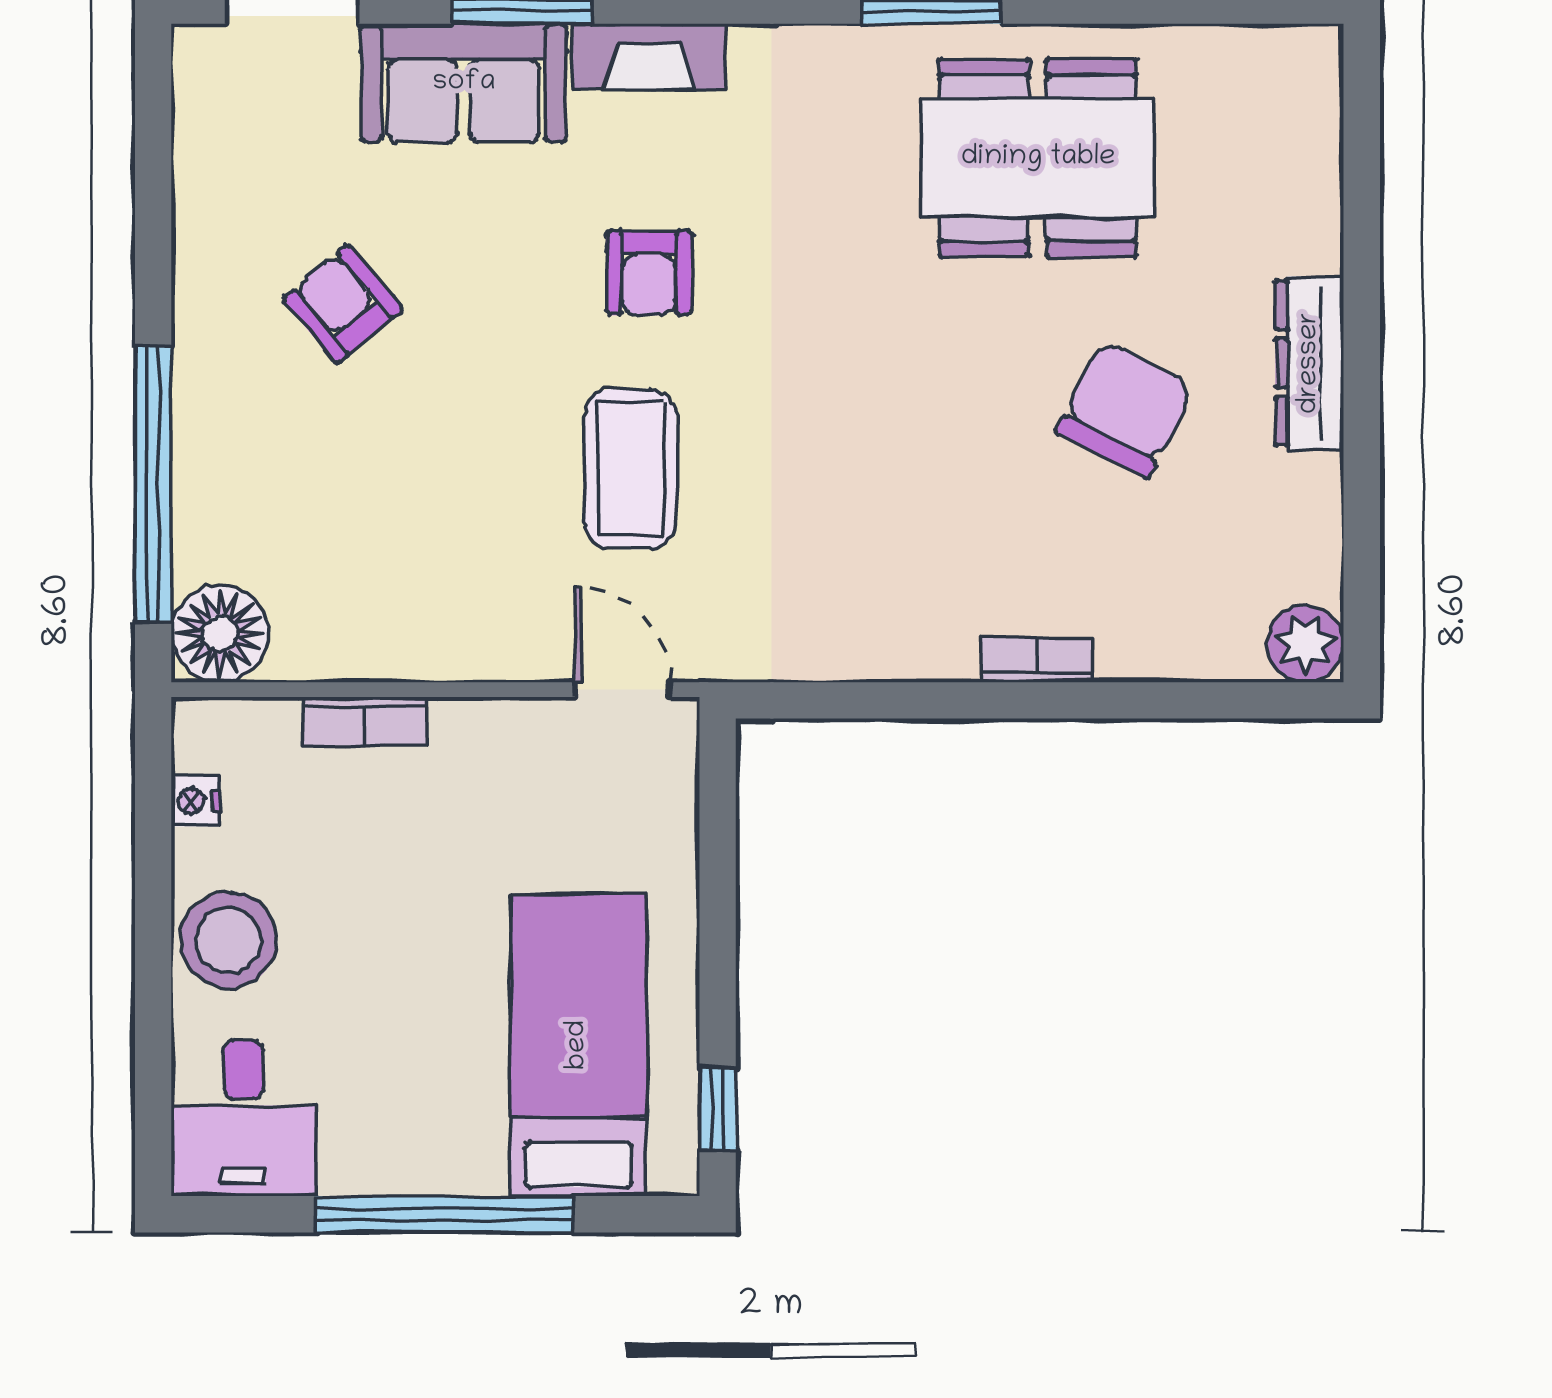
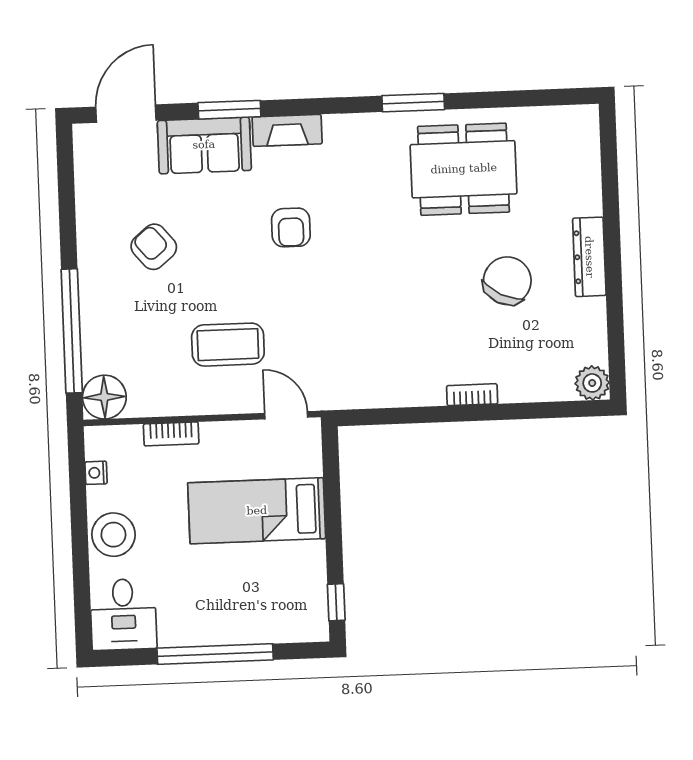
coffee table: (631, 469) -> (228, 345), moved, turned 90
bed: (578, 1045) -> (257, 511), moved, turned -90

